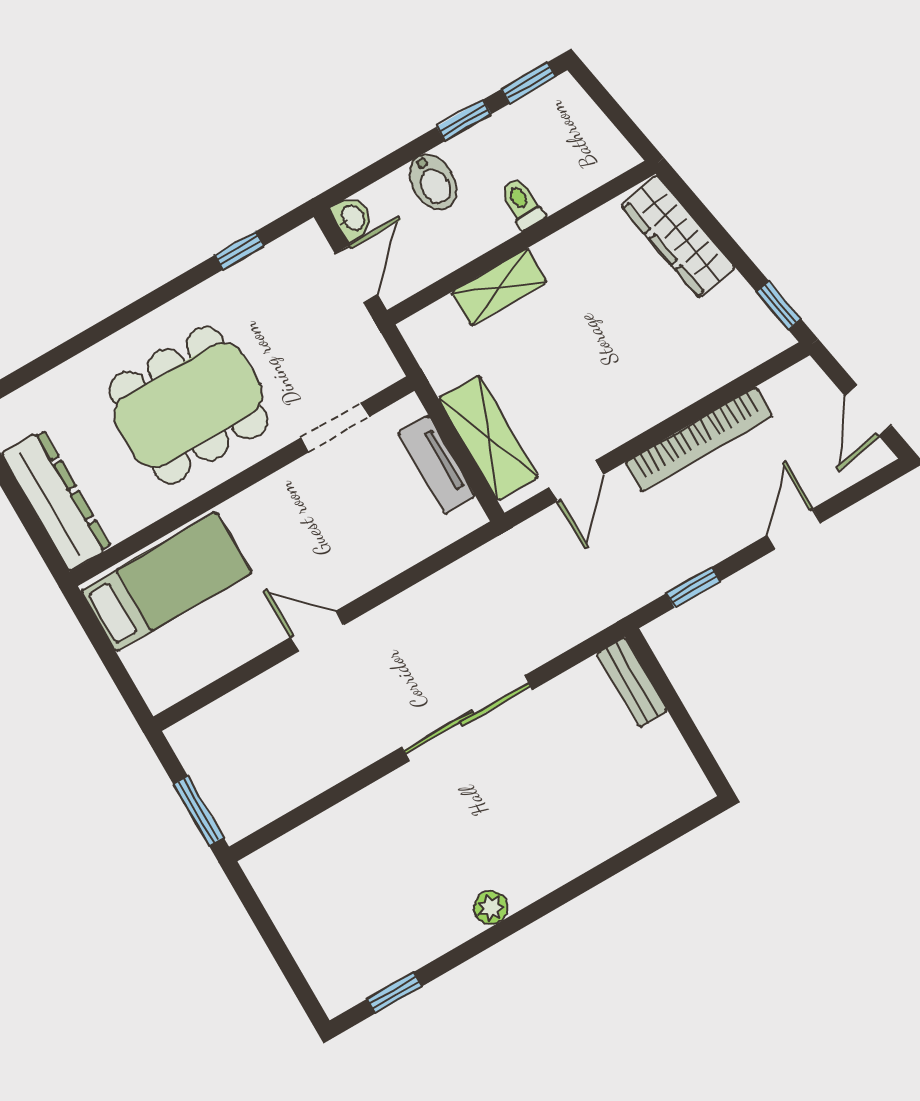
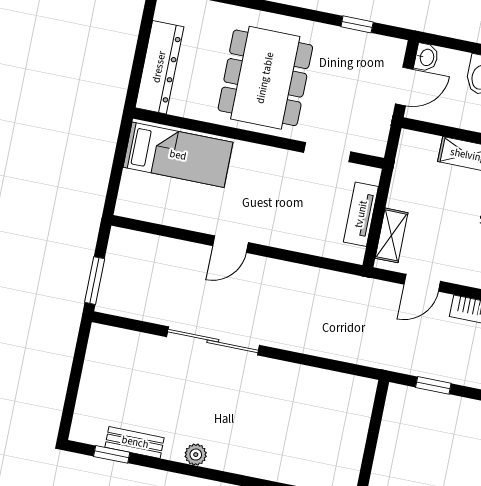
dining table: (188, 405) -> (265, 78), turned 90
shelving: (488, 438) -> (392, 235), width x0.67, depth x0.75
door: (317, 631) -> (230, 244), swing flipped
bench: (632, 682) -> (135, 442), moved, turned 90
sliding door: (467, 718) -> (213, 341), moved

